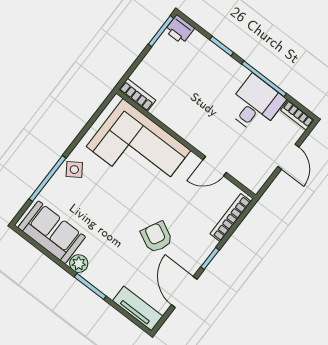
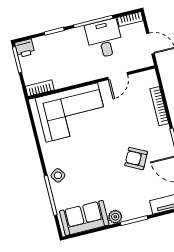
bookcase: (137, 95) -> (40, 88), moved
wall: (186, 144) -> (91, 82), moved
corner sofa: (138, 149) -> (72, 112), moved
door: (215, 166) -> (118, 76), moved

